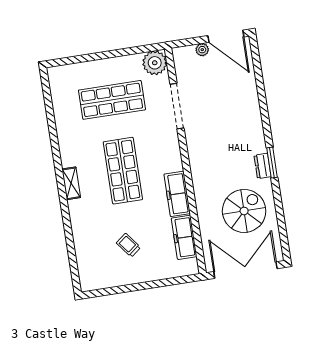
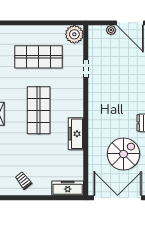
doorway: (177, 106) -> (86, 69), width x0.53
freezer: (184, 237) -> (68, 188), moved, turned 90
trolley: (128, 245) -> (24, 181), moved

